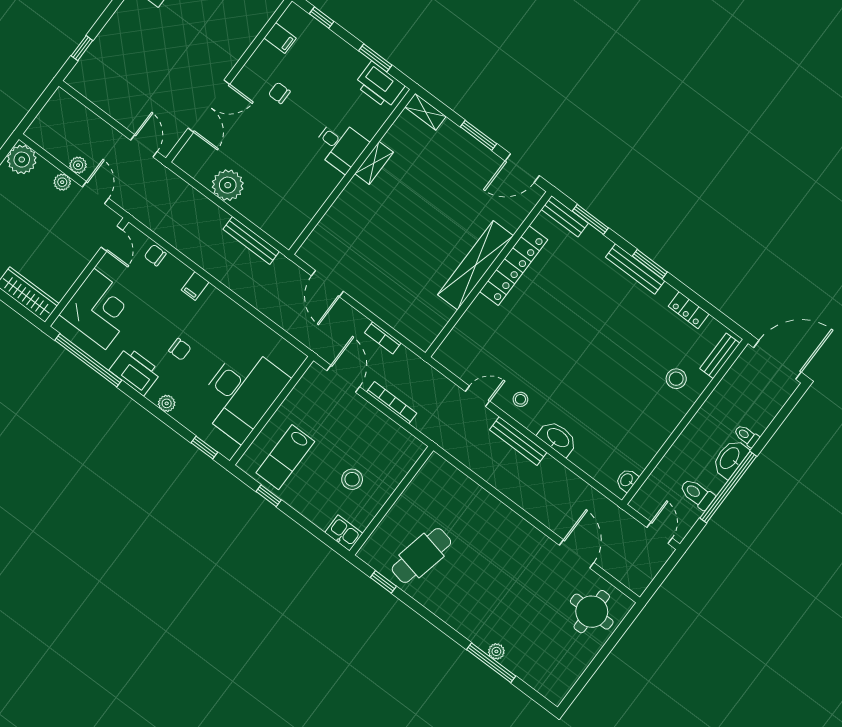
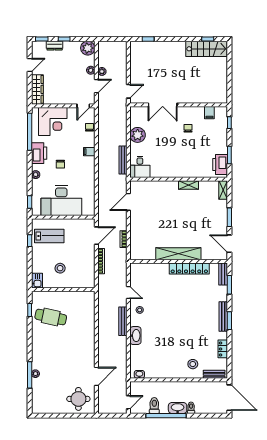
desk: (340, 146) -> (140, 167), moved
lab bench: (285, 457) -> (49, 236), turned 180

